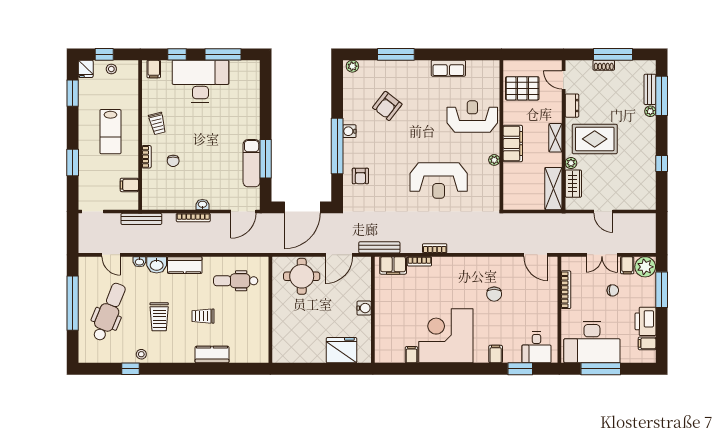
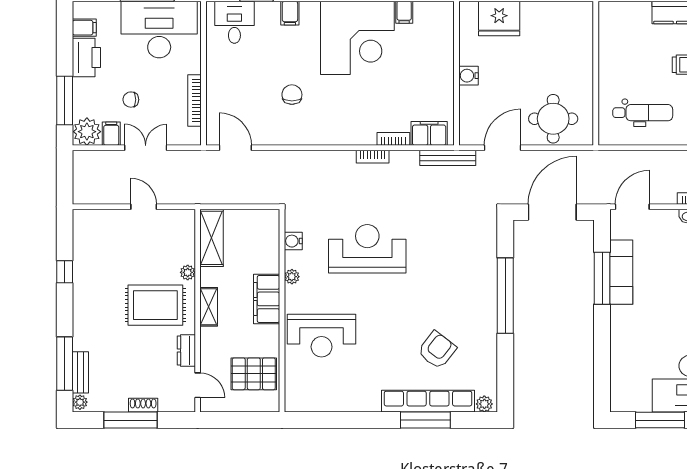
row of seats: (448, 68) -> (428, 401), moved, width x2.02
plant: (650, 111) -> (80, 402), moved
water cooler: (349, 131) -> (293, 241), moved, turned 180
armchair: (360, 176) -> (473, 255), removed
wardrobe: (573, 184) -> (184, 245), removed

